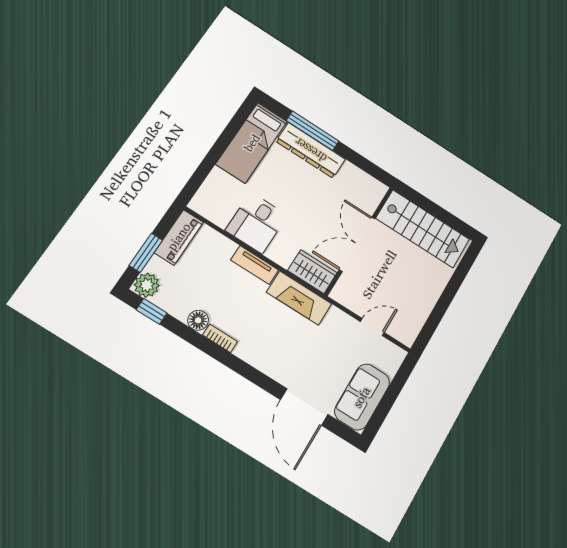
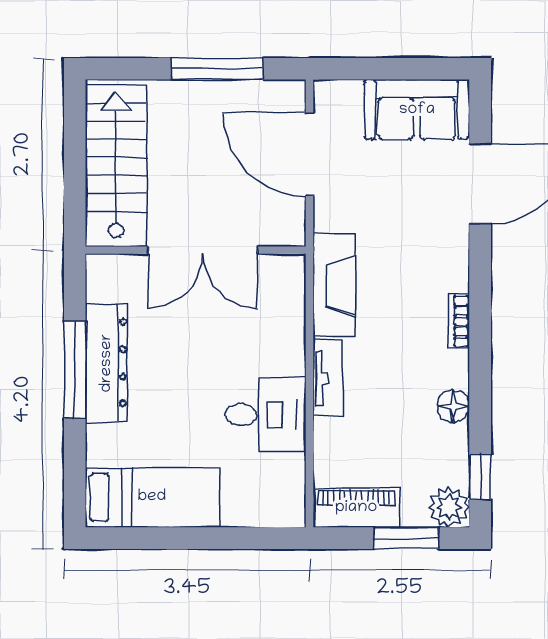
window: (313, 131) -> (75, 370), moved
dresser: (311, 150) -> (107, 363), moved
wardrobe: (312, 272) -> (285, 290), removed
window: (441, 308) -> (217, 69), added
door: (372, 327) -> (309, 154), width x1.87
bookcase: (220, 338) -> (459, 321), moved

